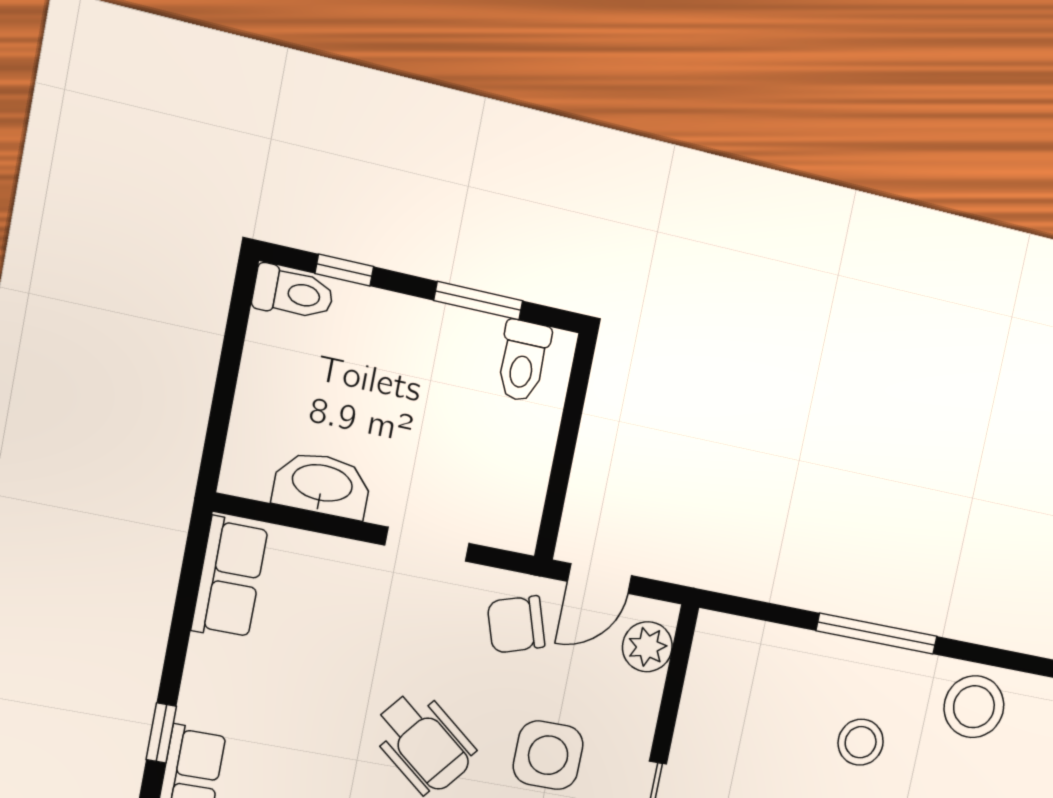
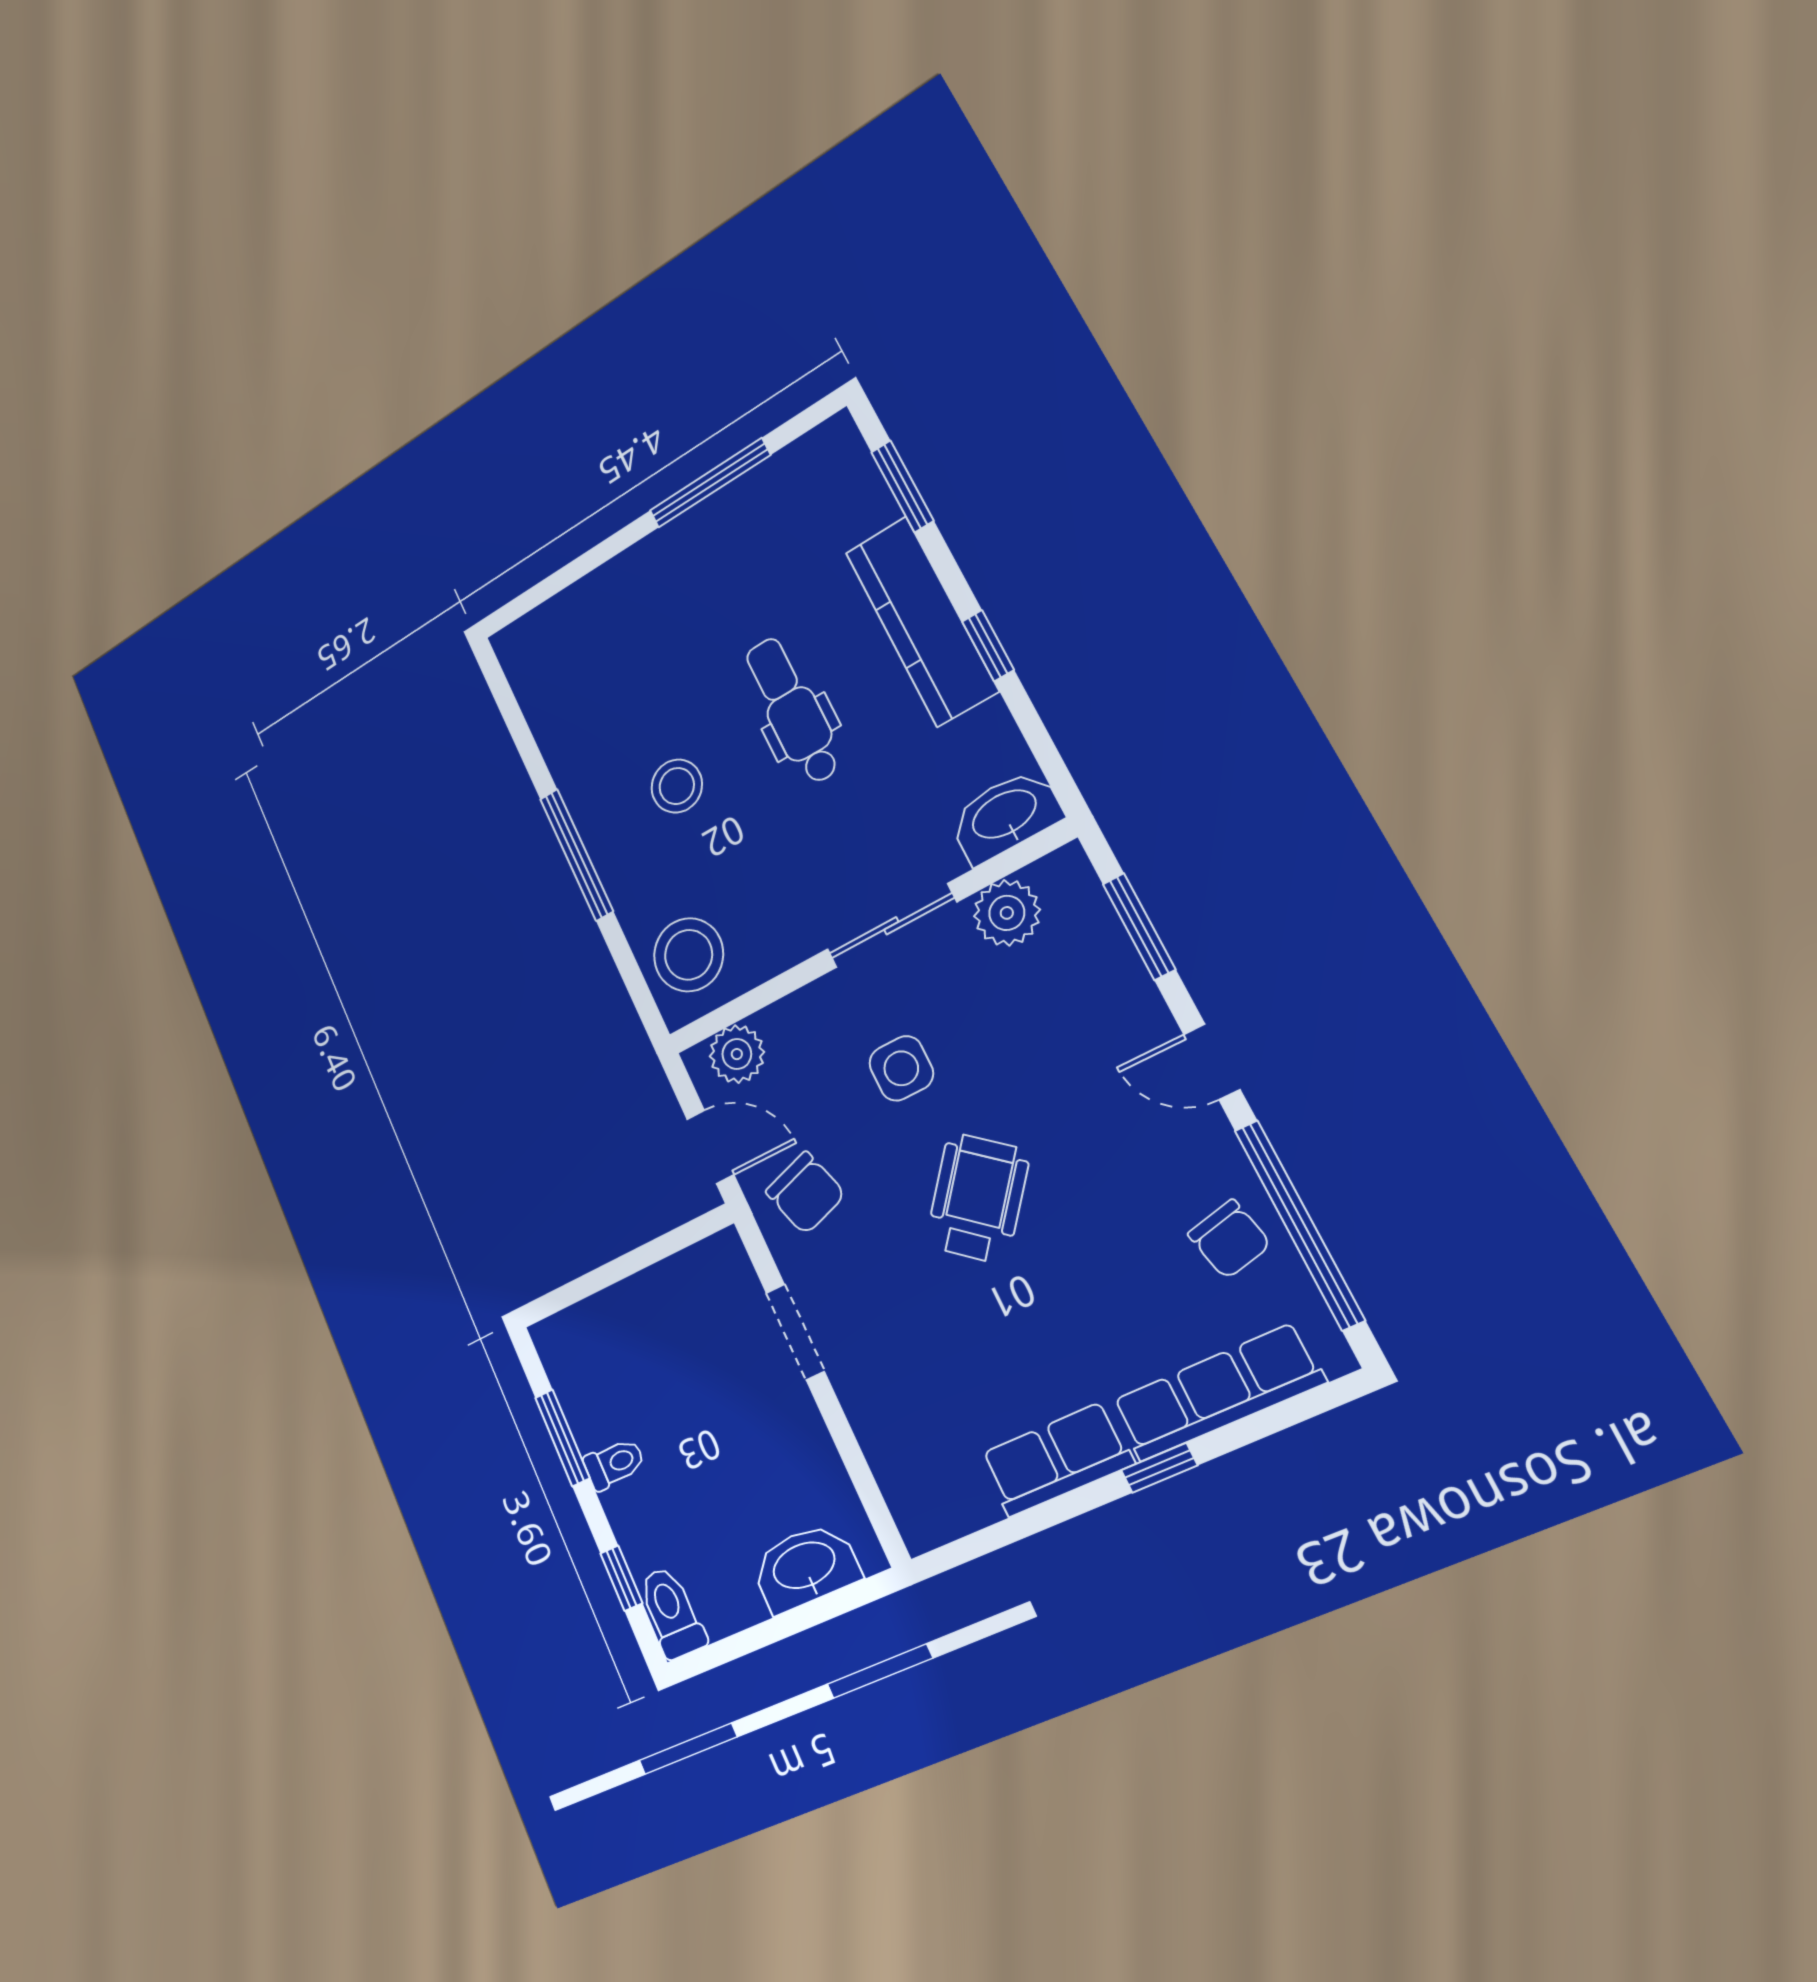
toilet: (523, 361) -> (614, 1464), moved, width x0.73, depth x0.72
washbasin: (322, 485) -> (805, 1567), moved, turned 90
row of seats: (230, 578) -> (1056, 1459), moved
stool: (974, 707) -> (689, 955), moved
side table: (548, 755) -> (901, 1068), width x0.73, depth x0.73

